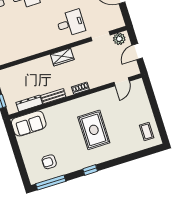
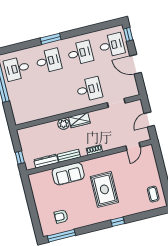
plant: (119, 39) -> (64, 124), moved
sofa: (29, 123) -> (68, 174), moved
window: (90, 170) -> (118, 222), moved

